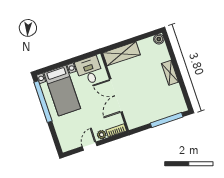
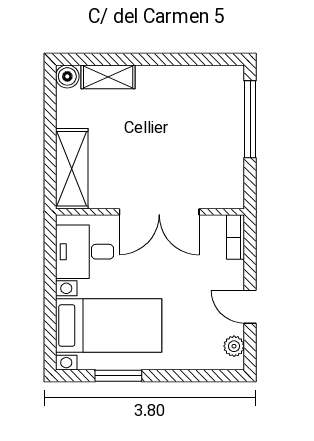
shelving: (170, 73) -> (108, 77), moved
window: (43, 102) -> (118, 376), width x0.47
plant: (102, 135) -> (234, 346), moved

